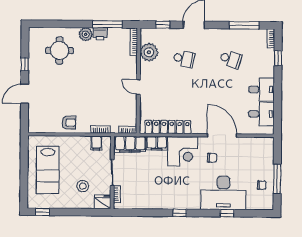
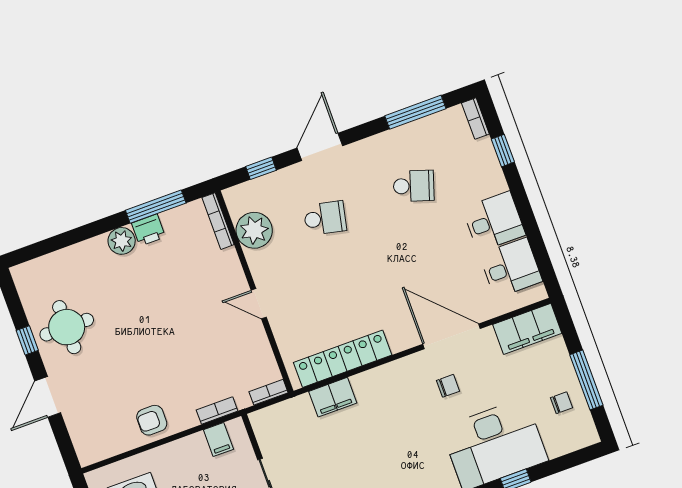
round table: (60, 51) -> (67, 327), moved
armchair: (69, 123) -> (152, 420), turned 180
filing cabinet: (130, 144) -> (527, 329), moved
corner desk: (183, 151) -> (388, 394), removed

